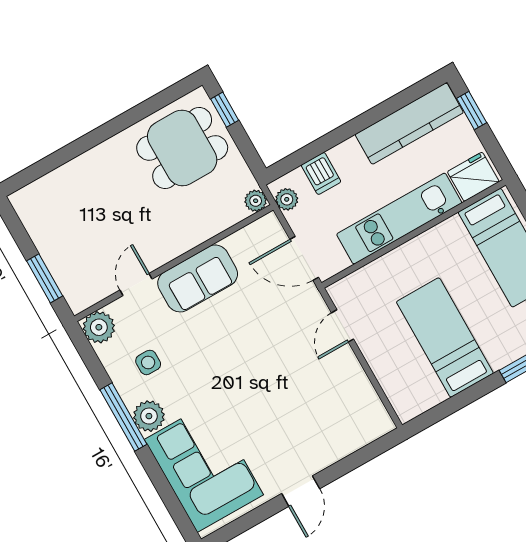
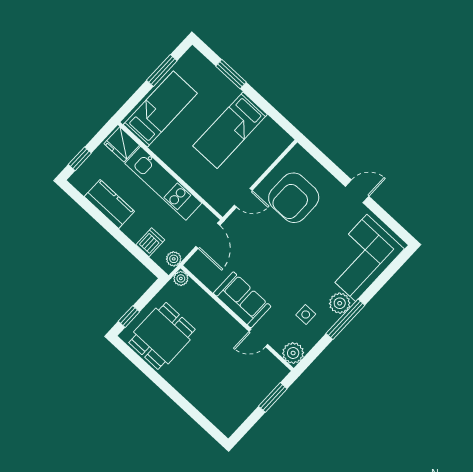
kitchen counter: (409, 124) -> (109, 204), width x0.67
dining table: (182, 148) -> (162, 336), turned 90
armchair: (320, 398) -> (294, 198), added

